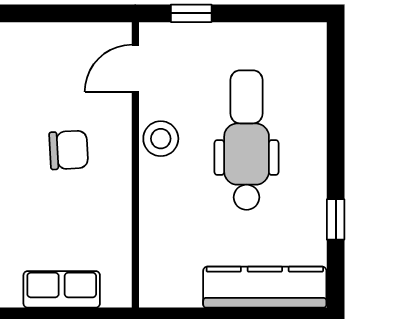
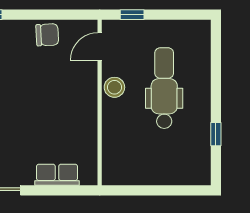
chair: (69, 150) -> (47, 35), moved
kitchen counter: (265, 287) -> (175, 173), removed

